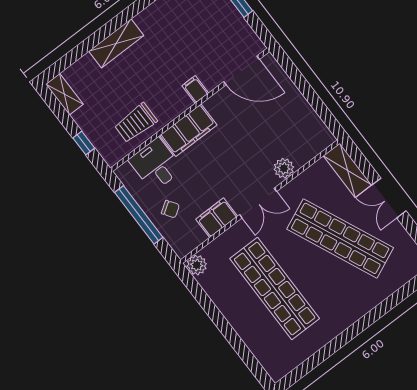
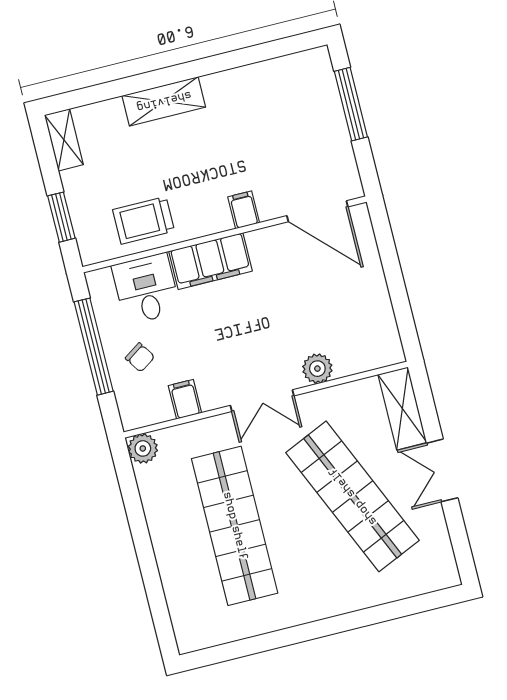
window: (84, 143) -> (61, 217), width x1.50
filing cabinet: (217, 218) -> (185, 399), width x0.50

